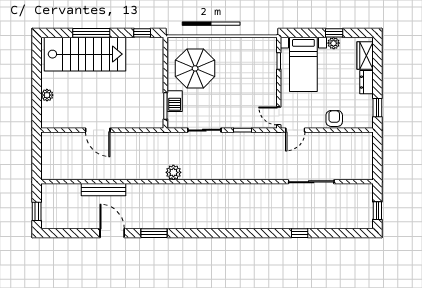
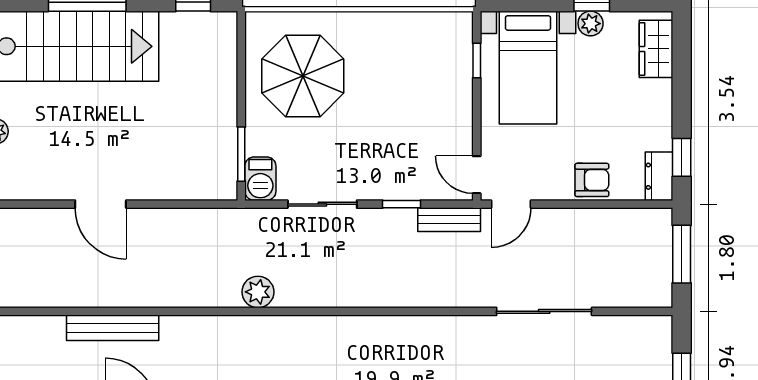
dresser: (367, 82) -> (659, 176), moved
barbecue: (175, 101) -> (260, 179), moved
armchair: (334, 118) -> (592, 180), turned 90
bench: (265, 138) -> (449, 220), added
window: (377, 154) -> (682, 254), added

